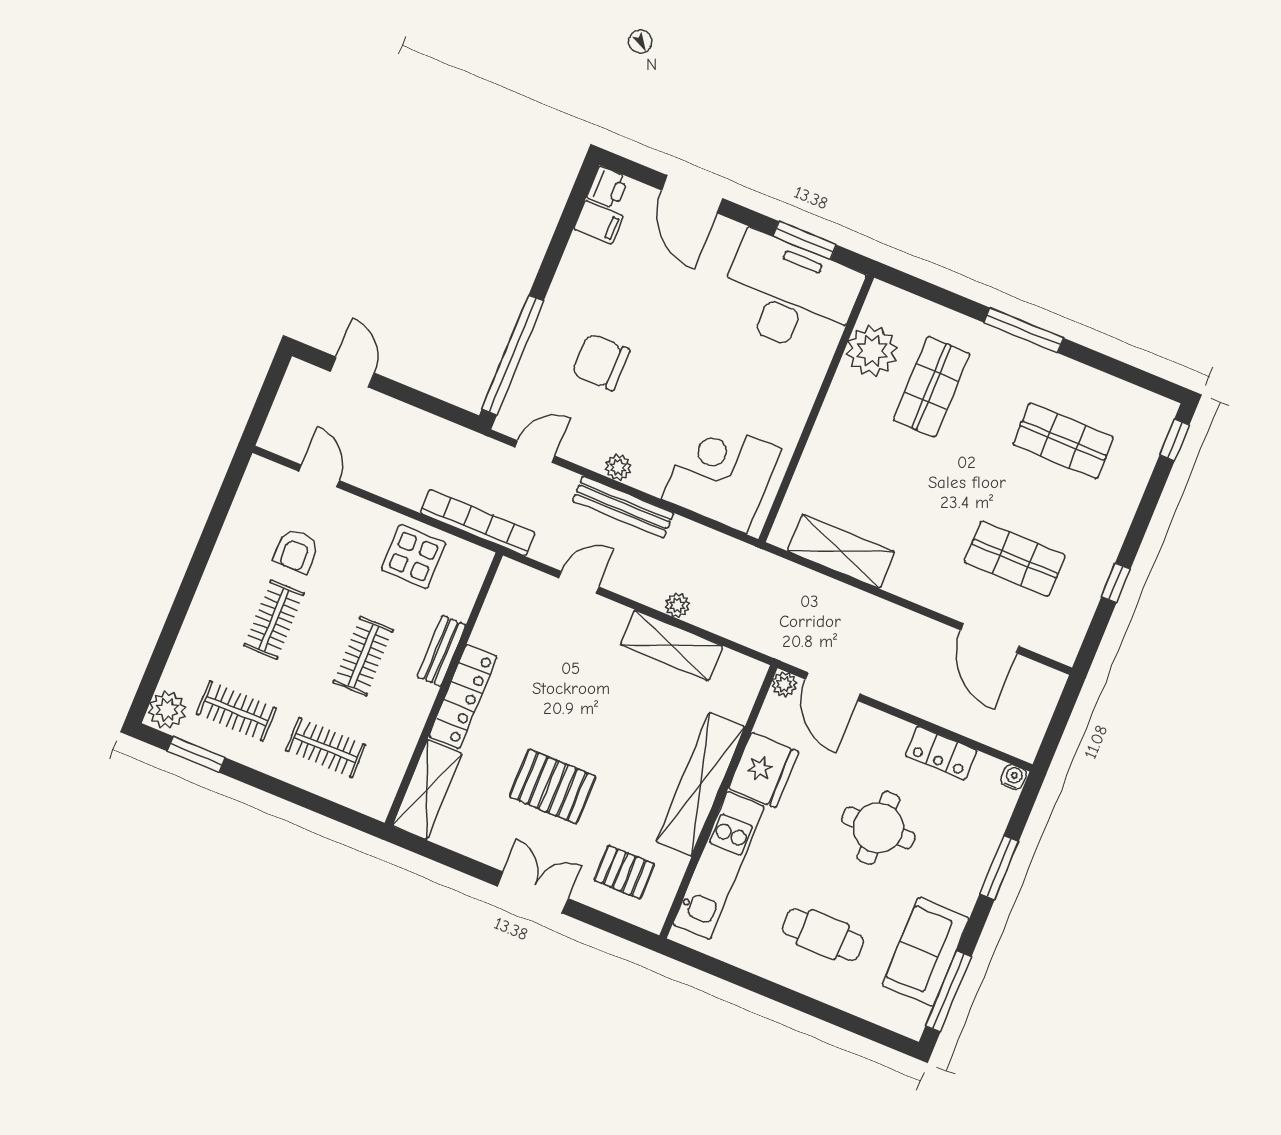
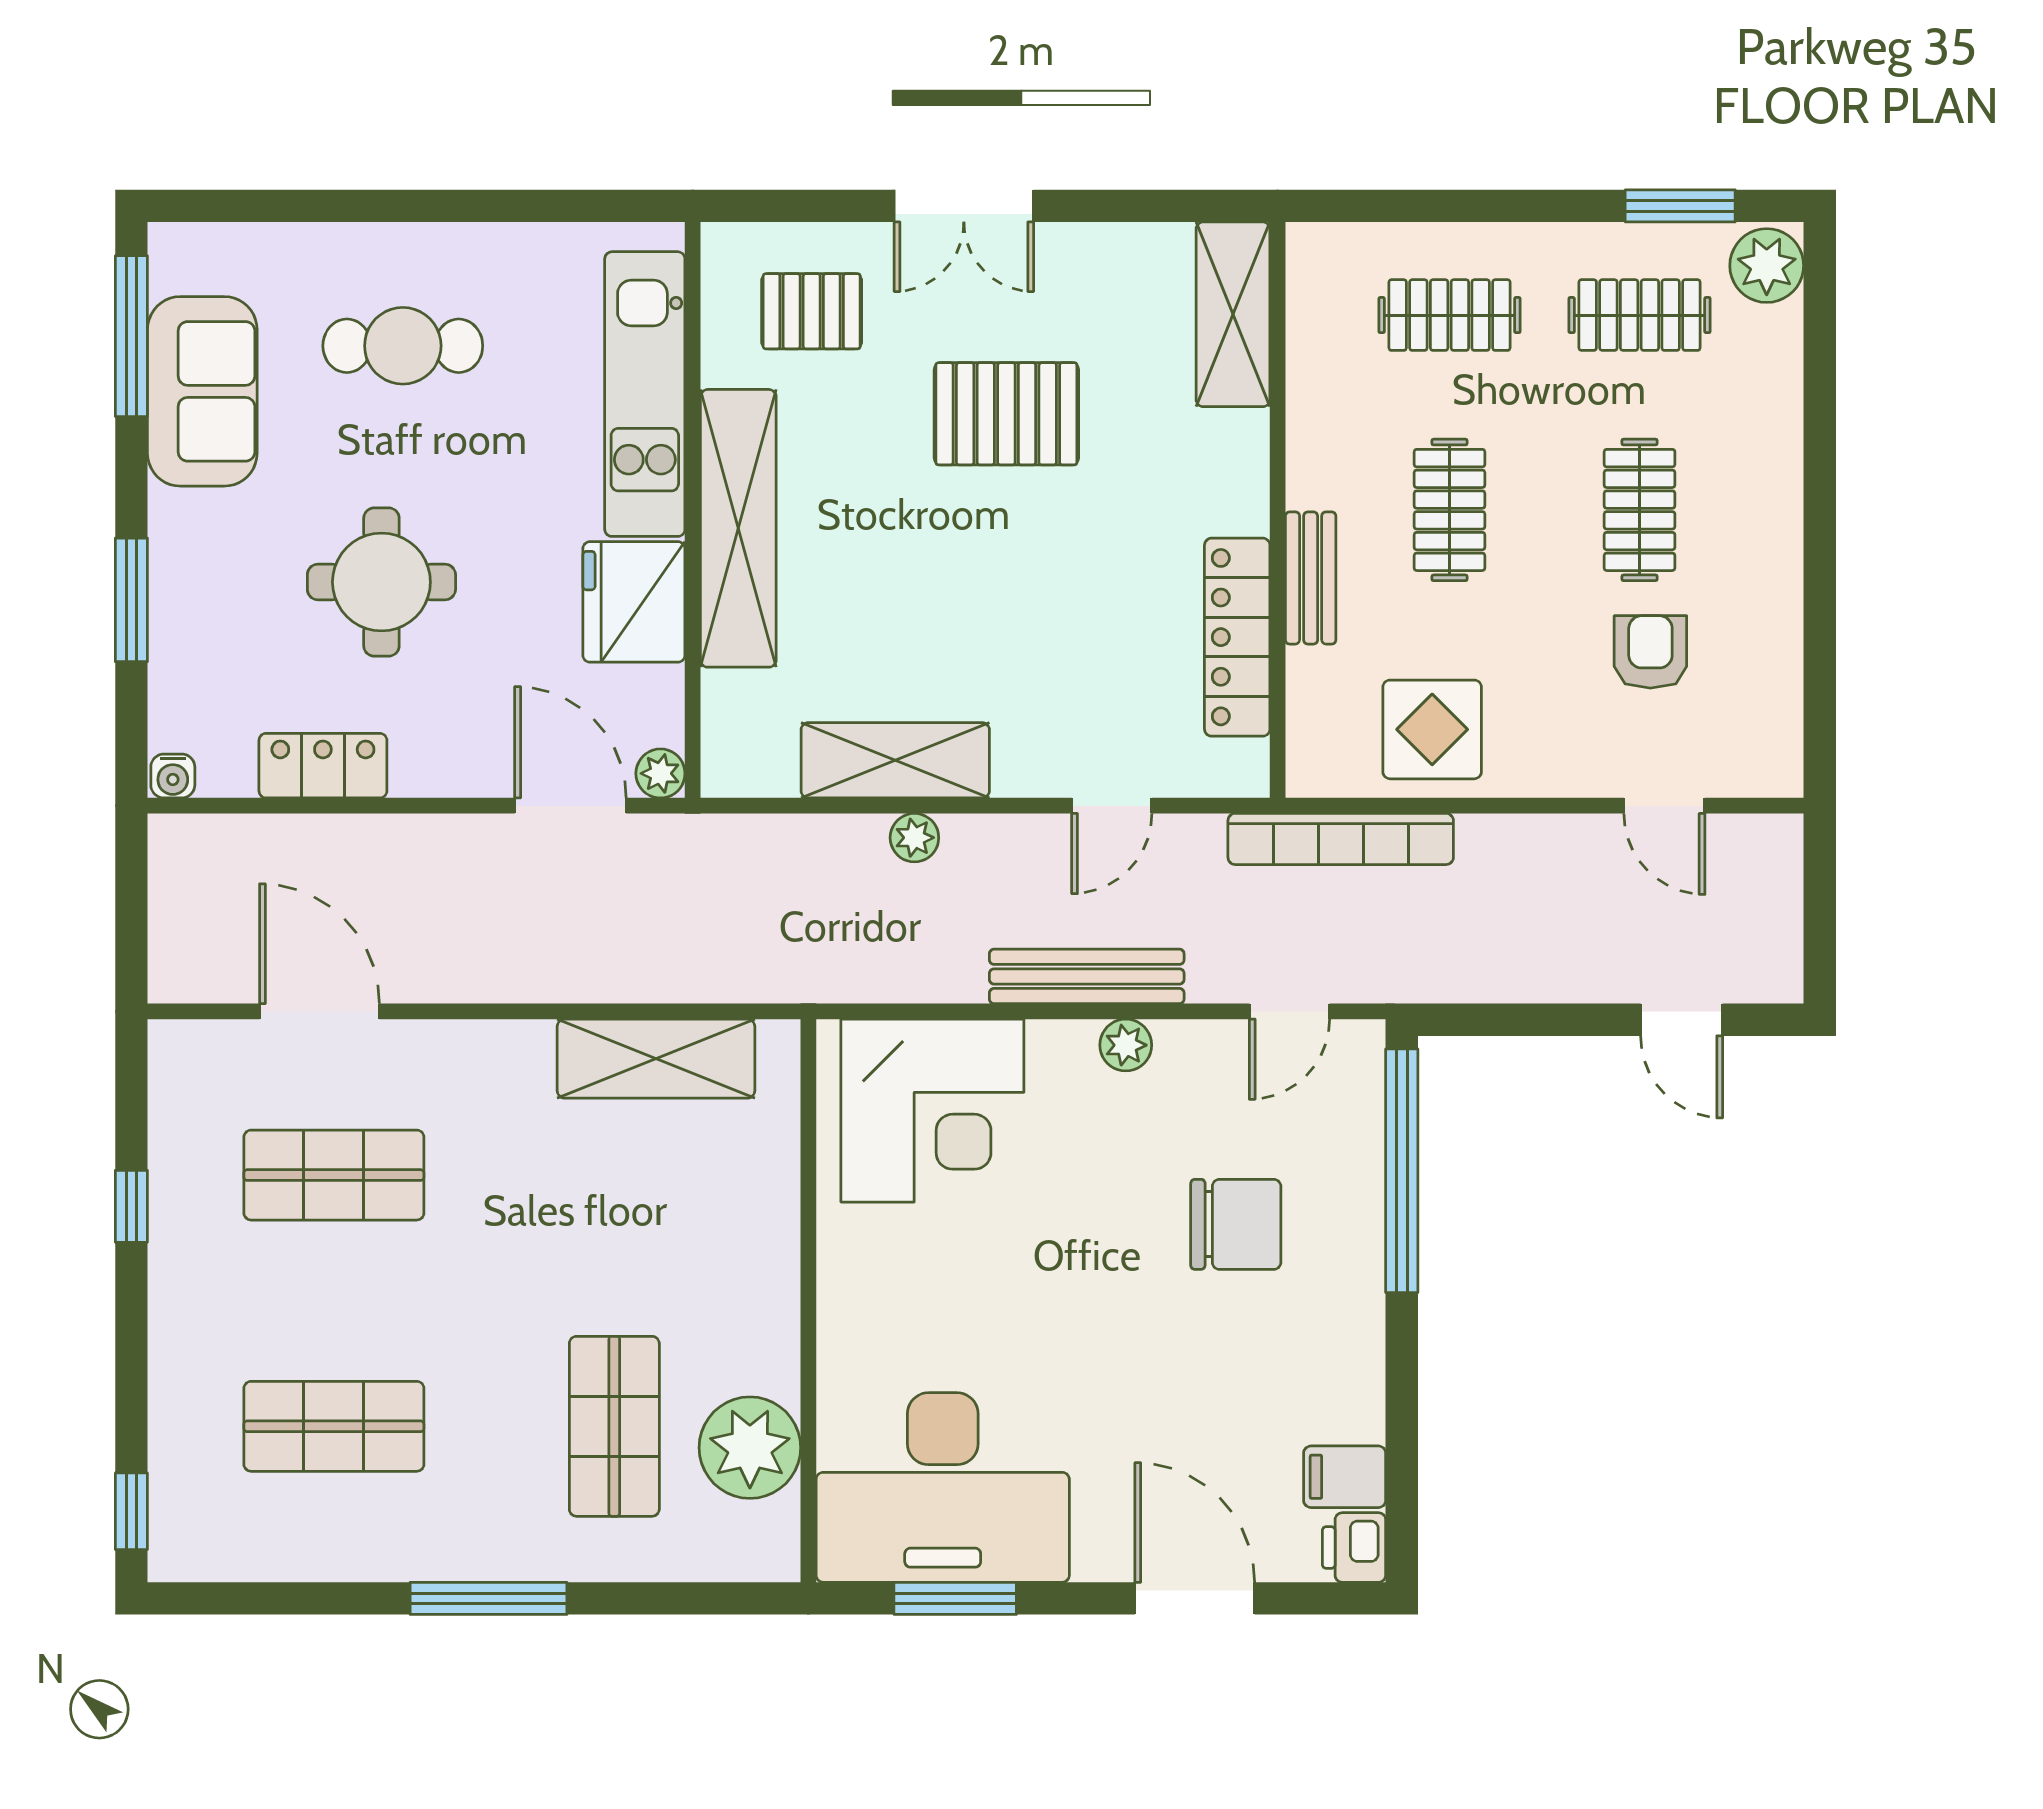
locker: (463, 697) -> (1237, 637), moved

